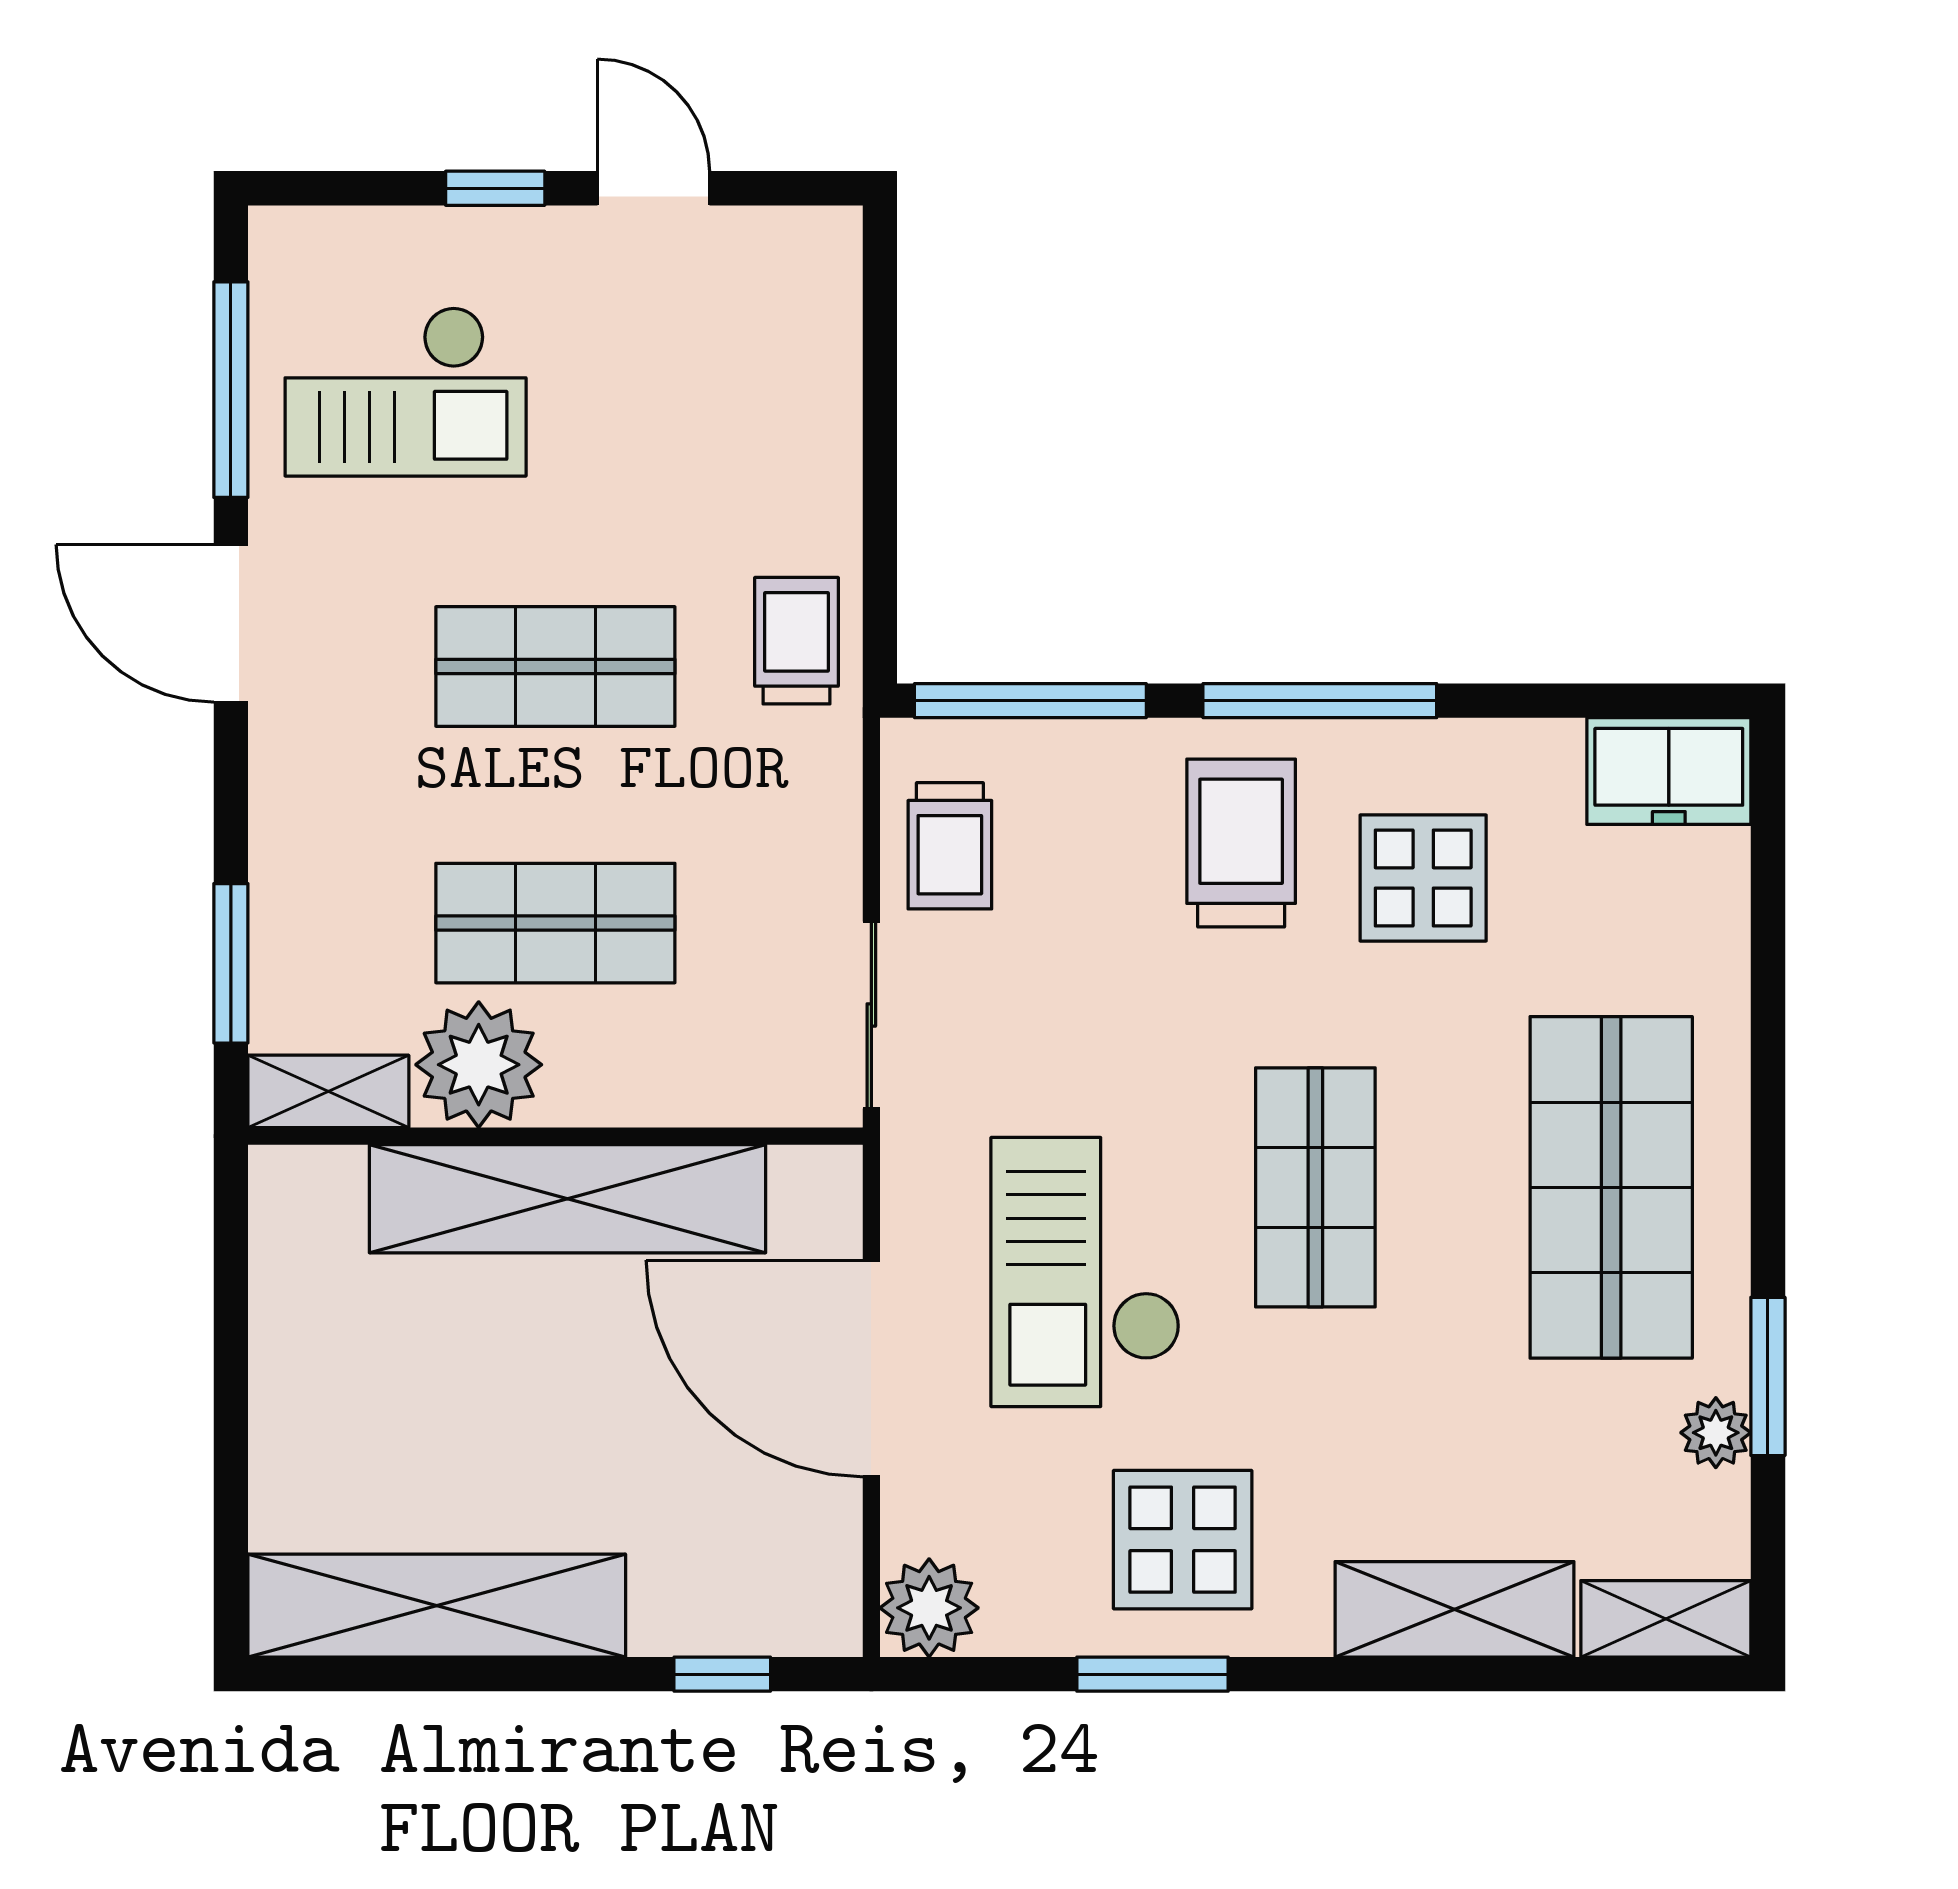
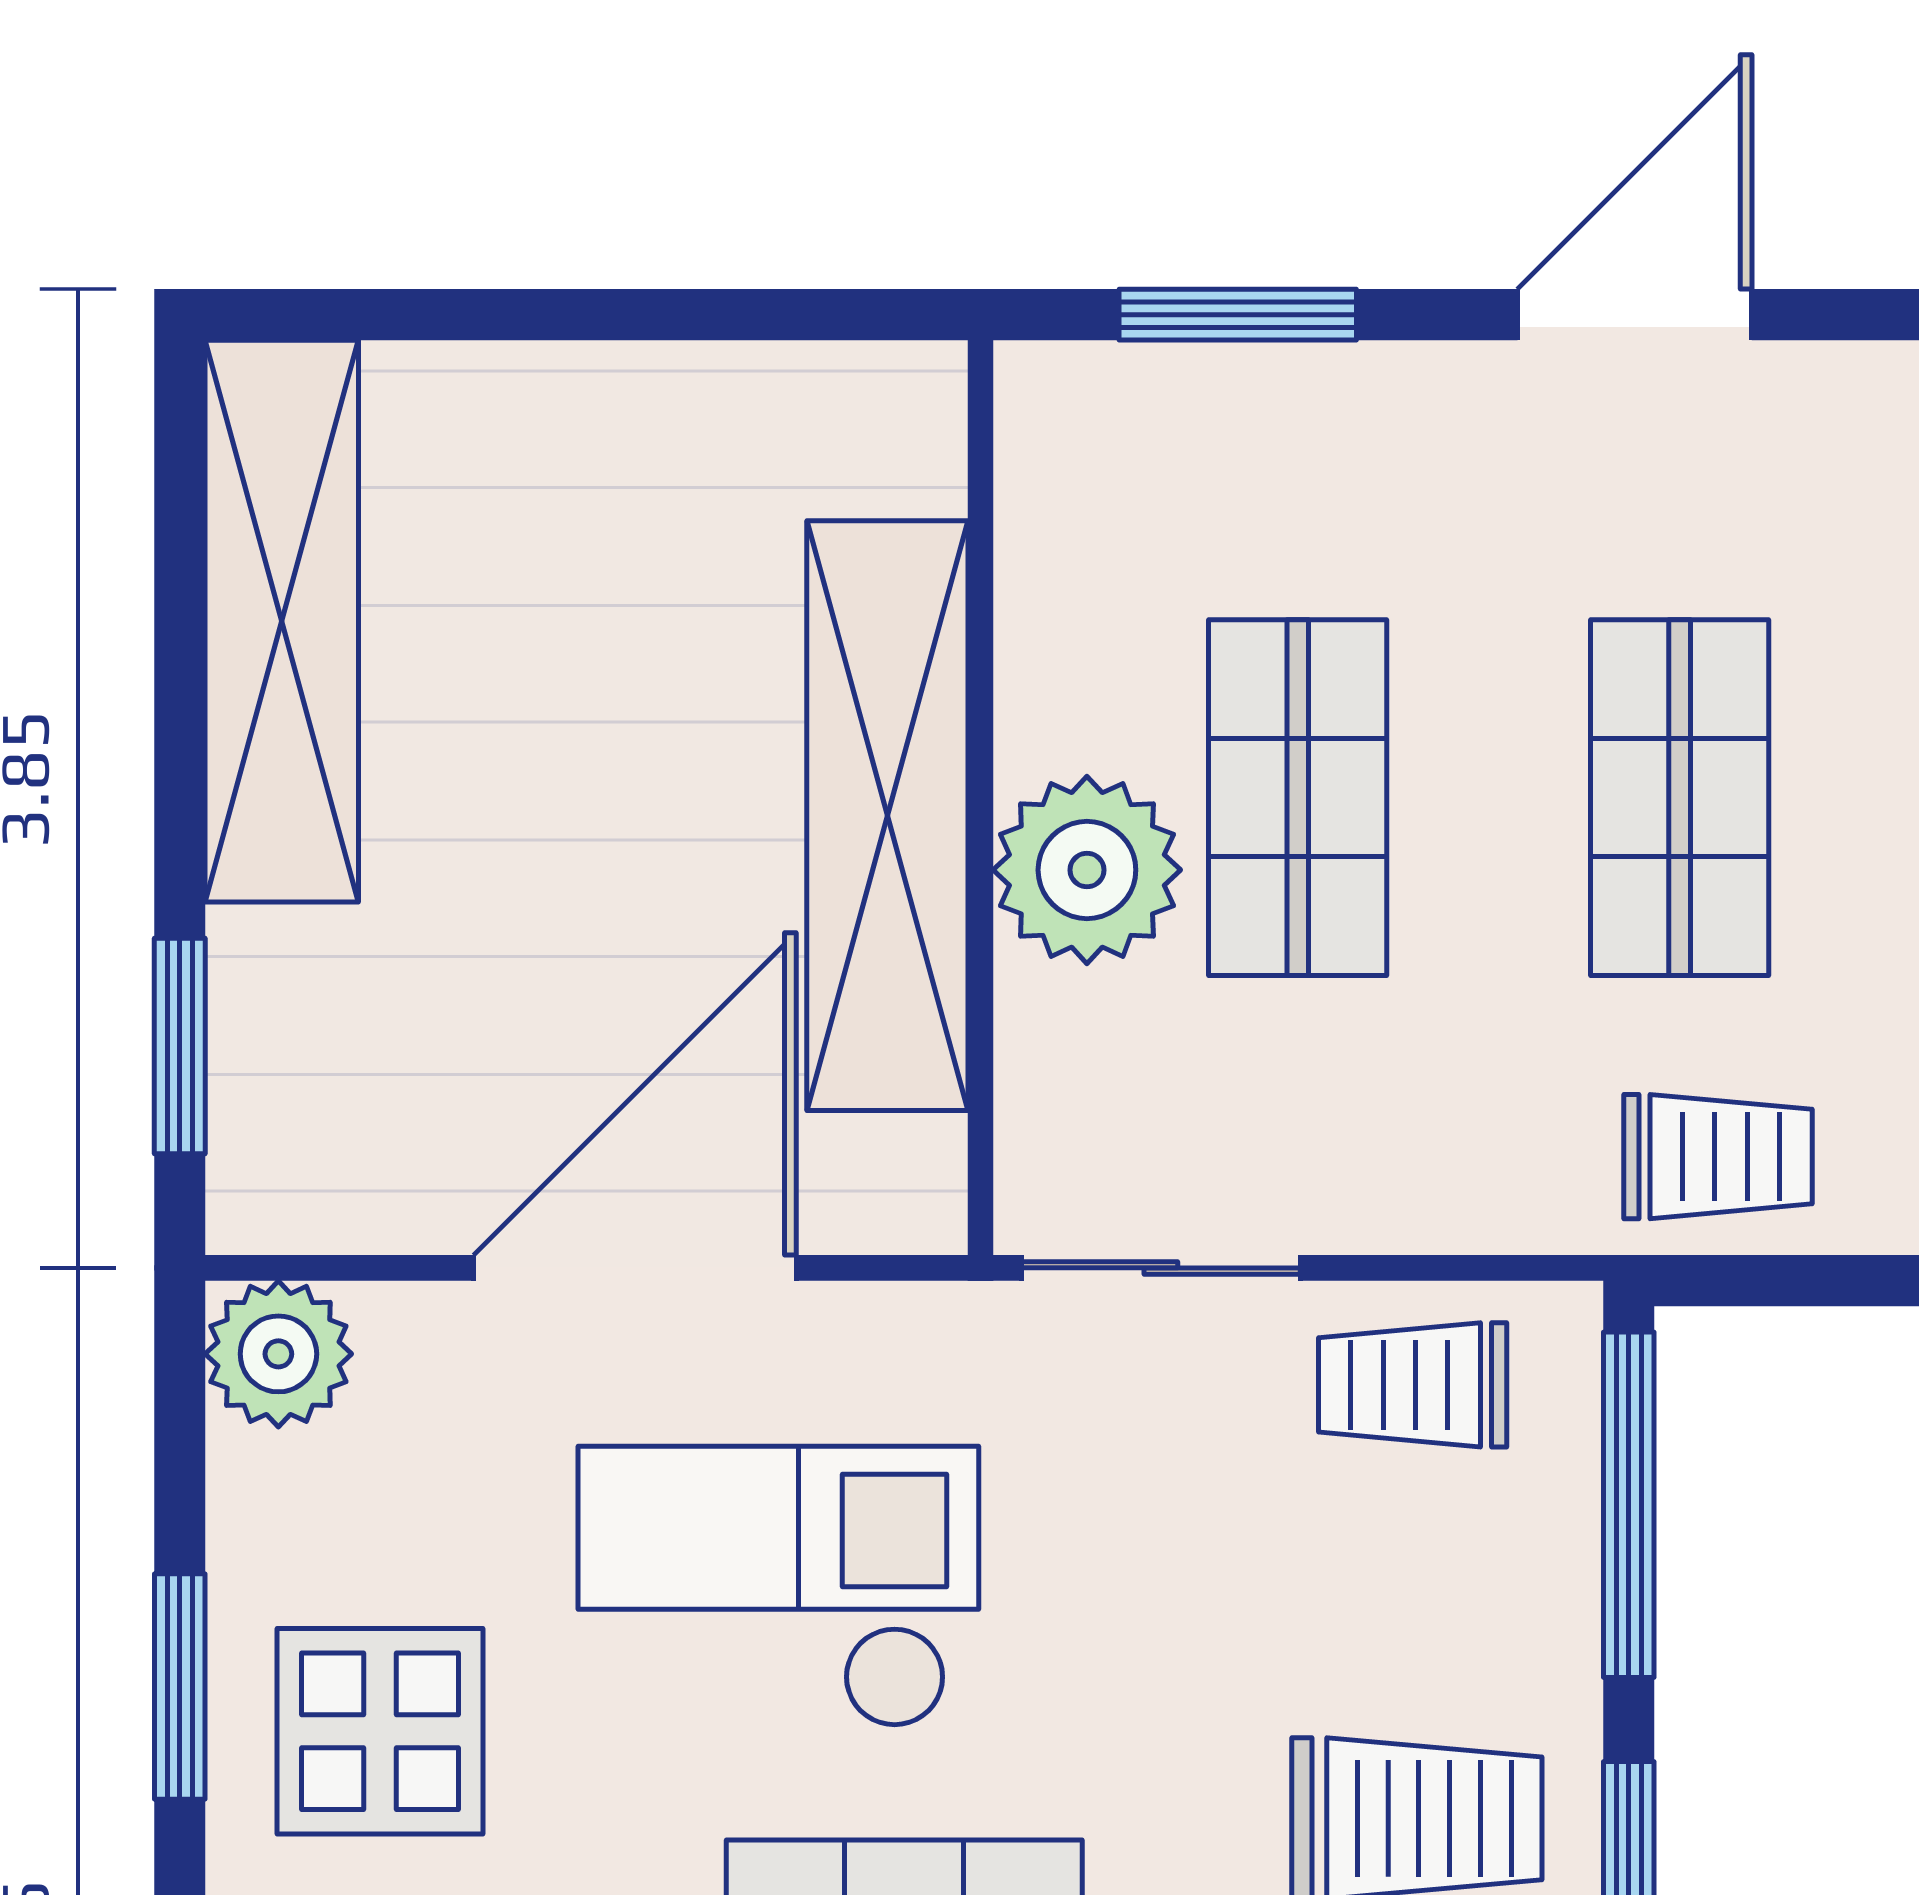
door: (231, 623) -> (1635, 315), moved
plant: (479, 1065) -> (1087, 870), moved
shelving: (328, 1091) -> (1047, 460), removed
window: (722, 1674) -> (180, 1046), width x1.50

